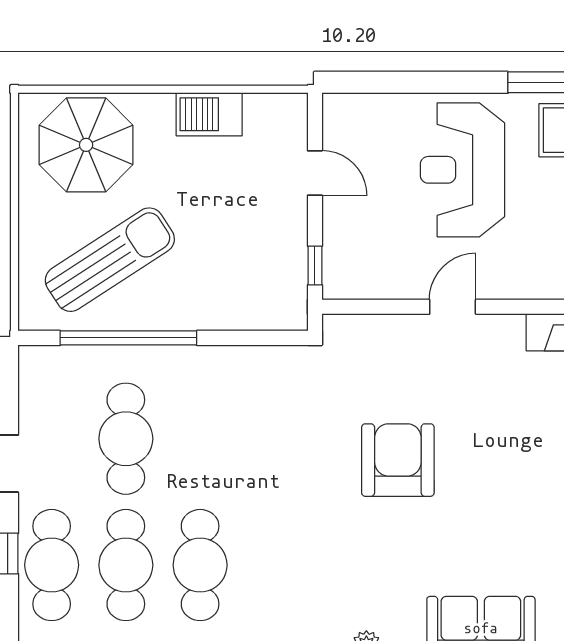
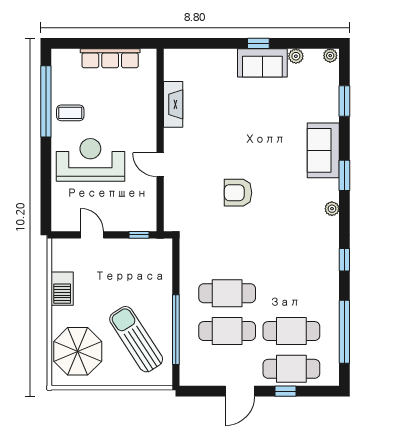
reception desk: (462, 170) -> (90, 160), turned 180
door: (315, 173) -> (92, 235), hinge flipped
armchair: (398, 460) -> (238, 193), width x0.73, depth x0.73
cafe table: (200, 565) -> (227, 293), moved

